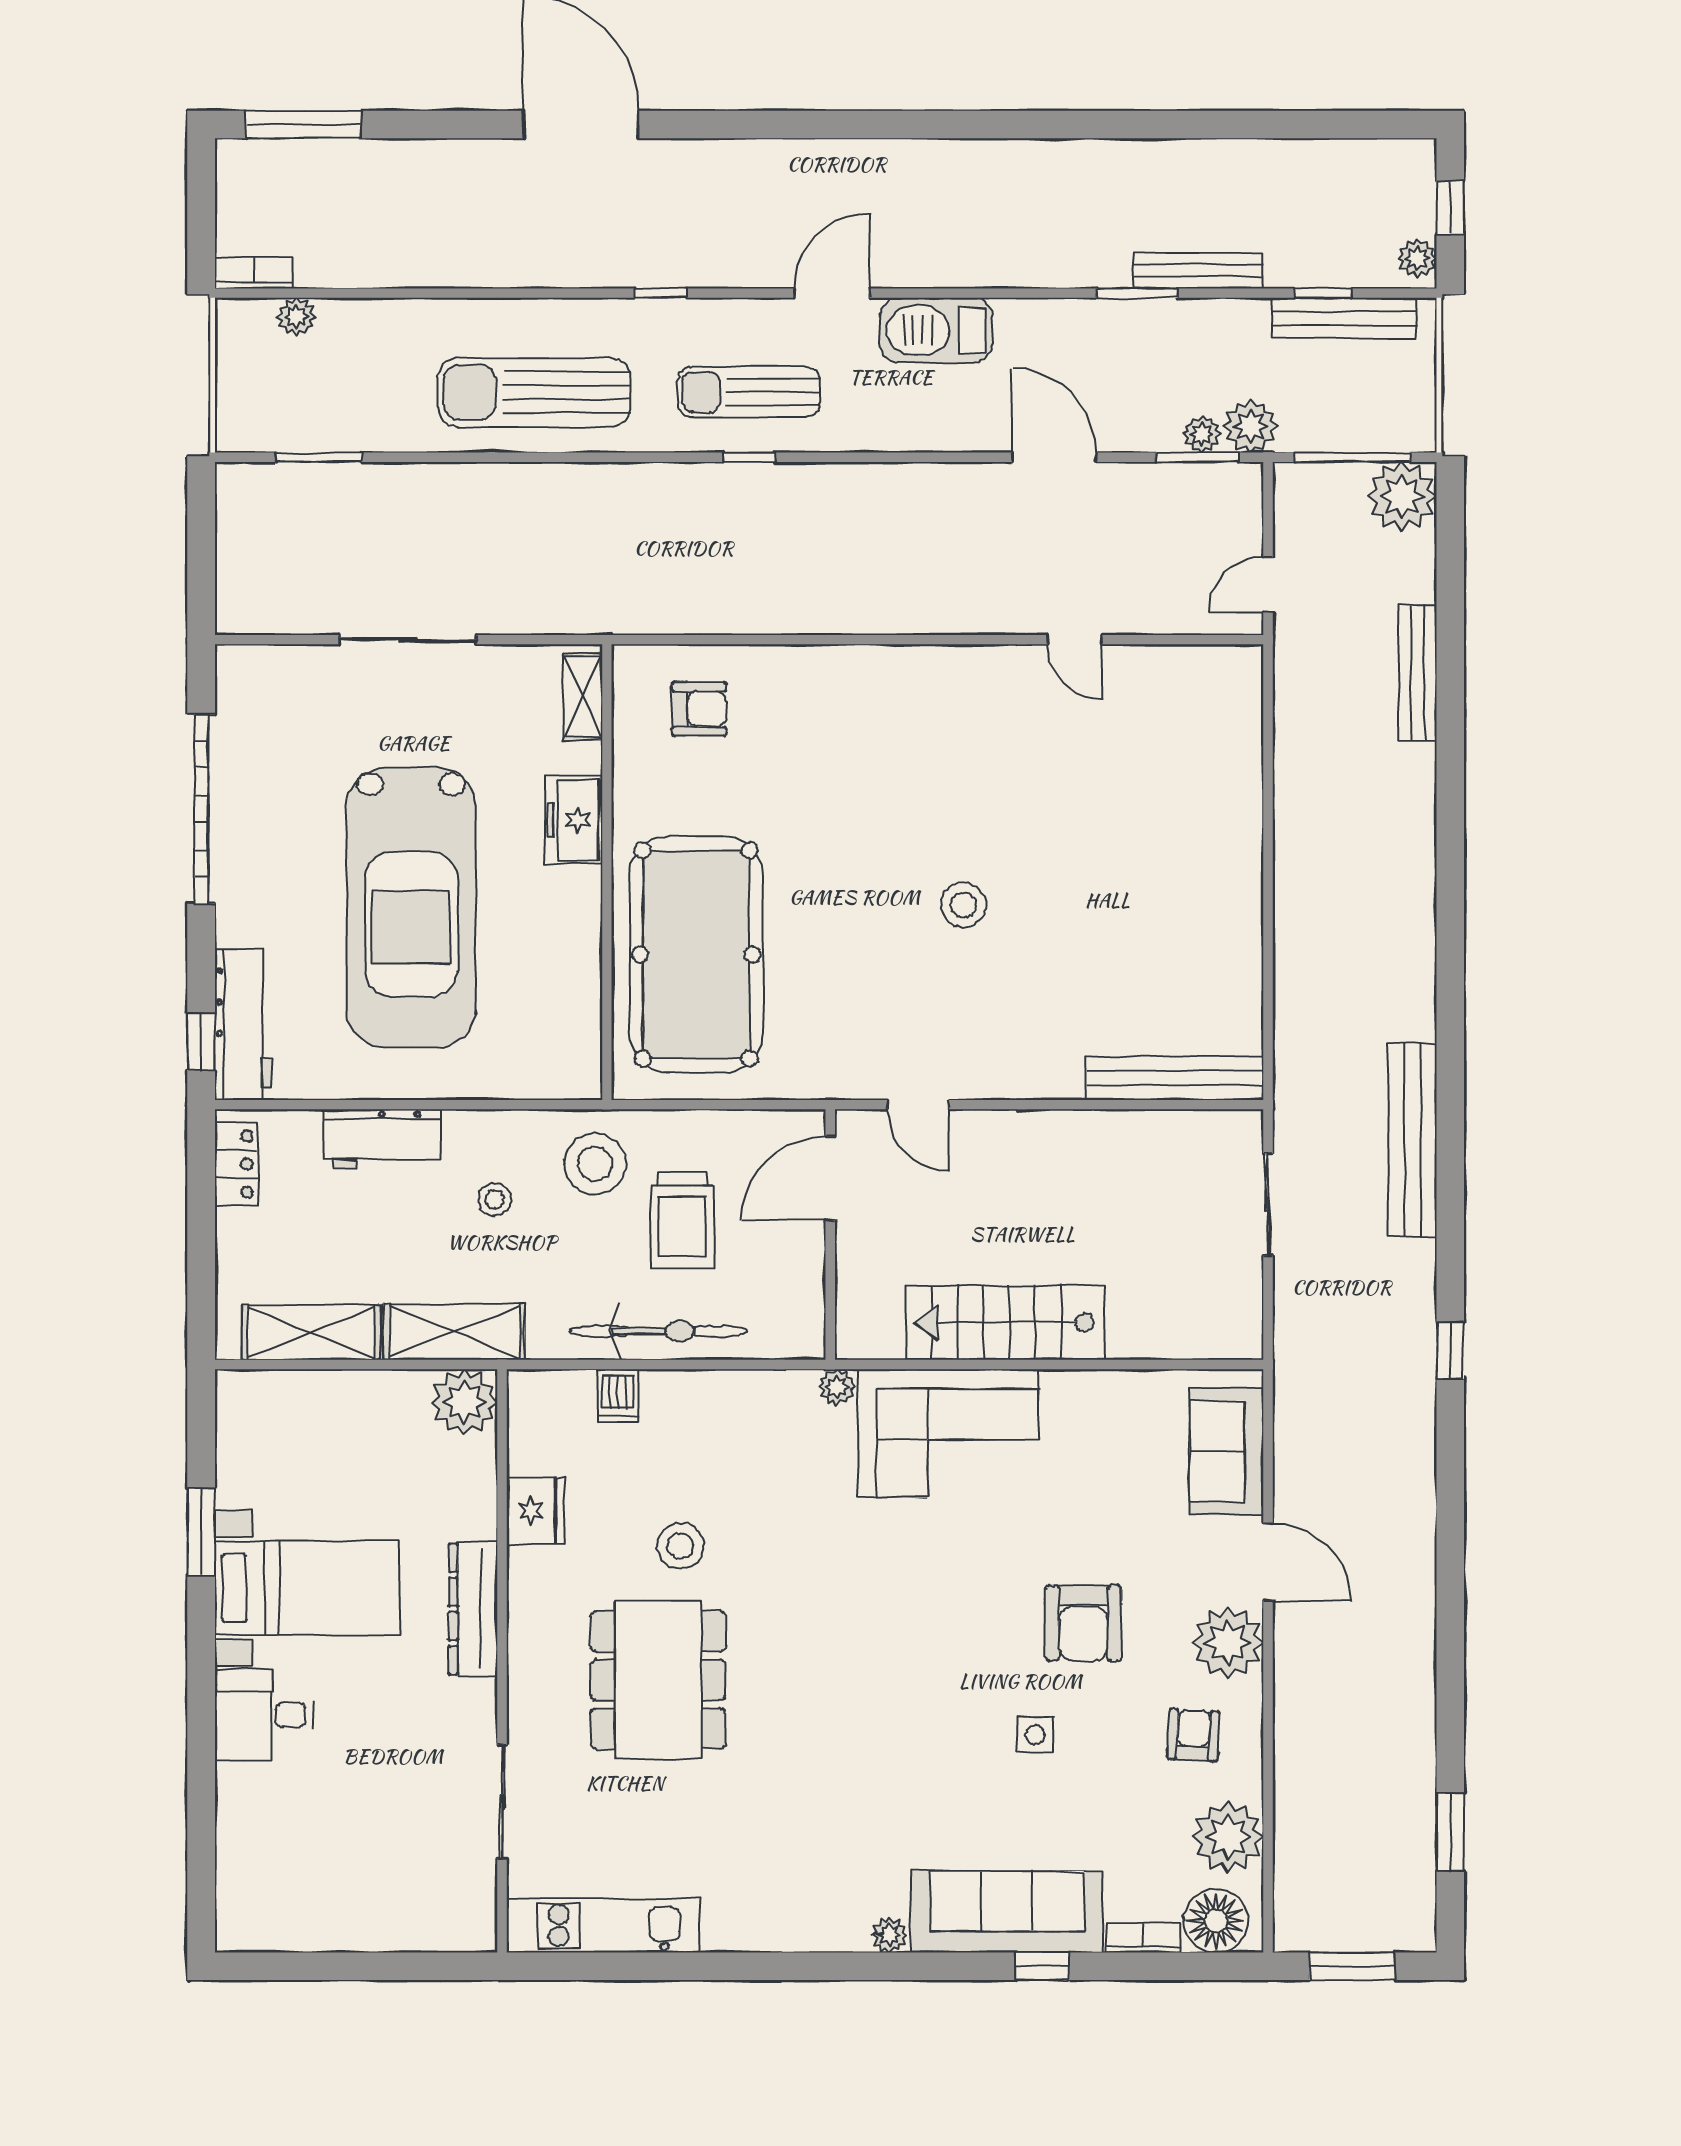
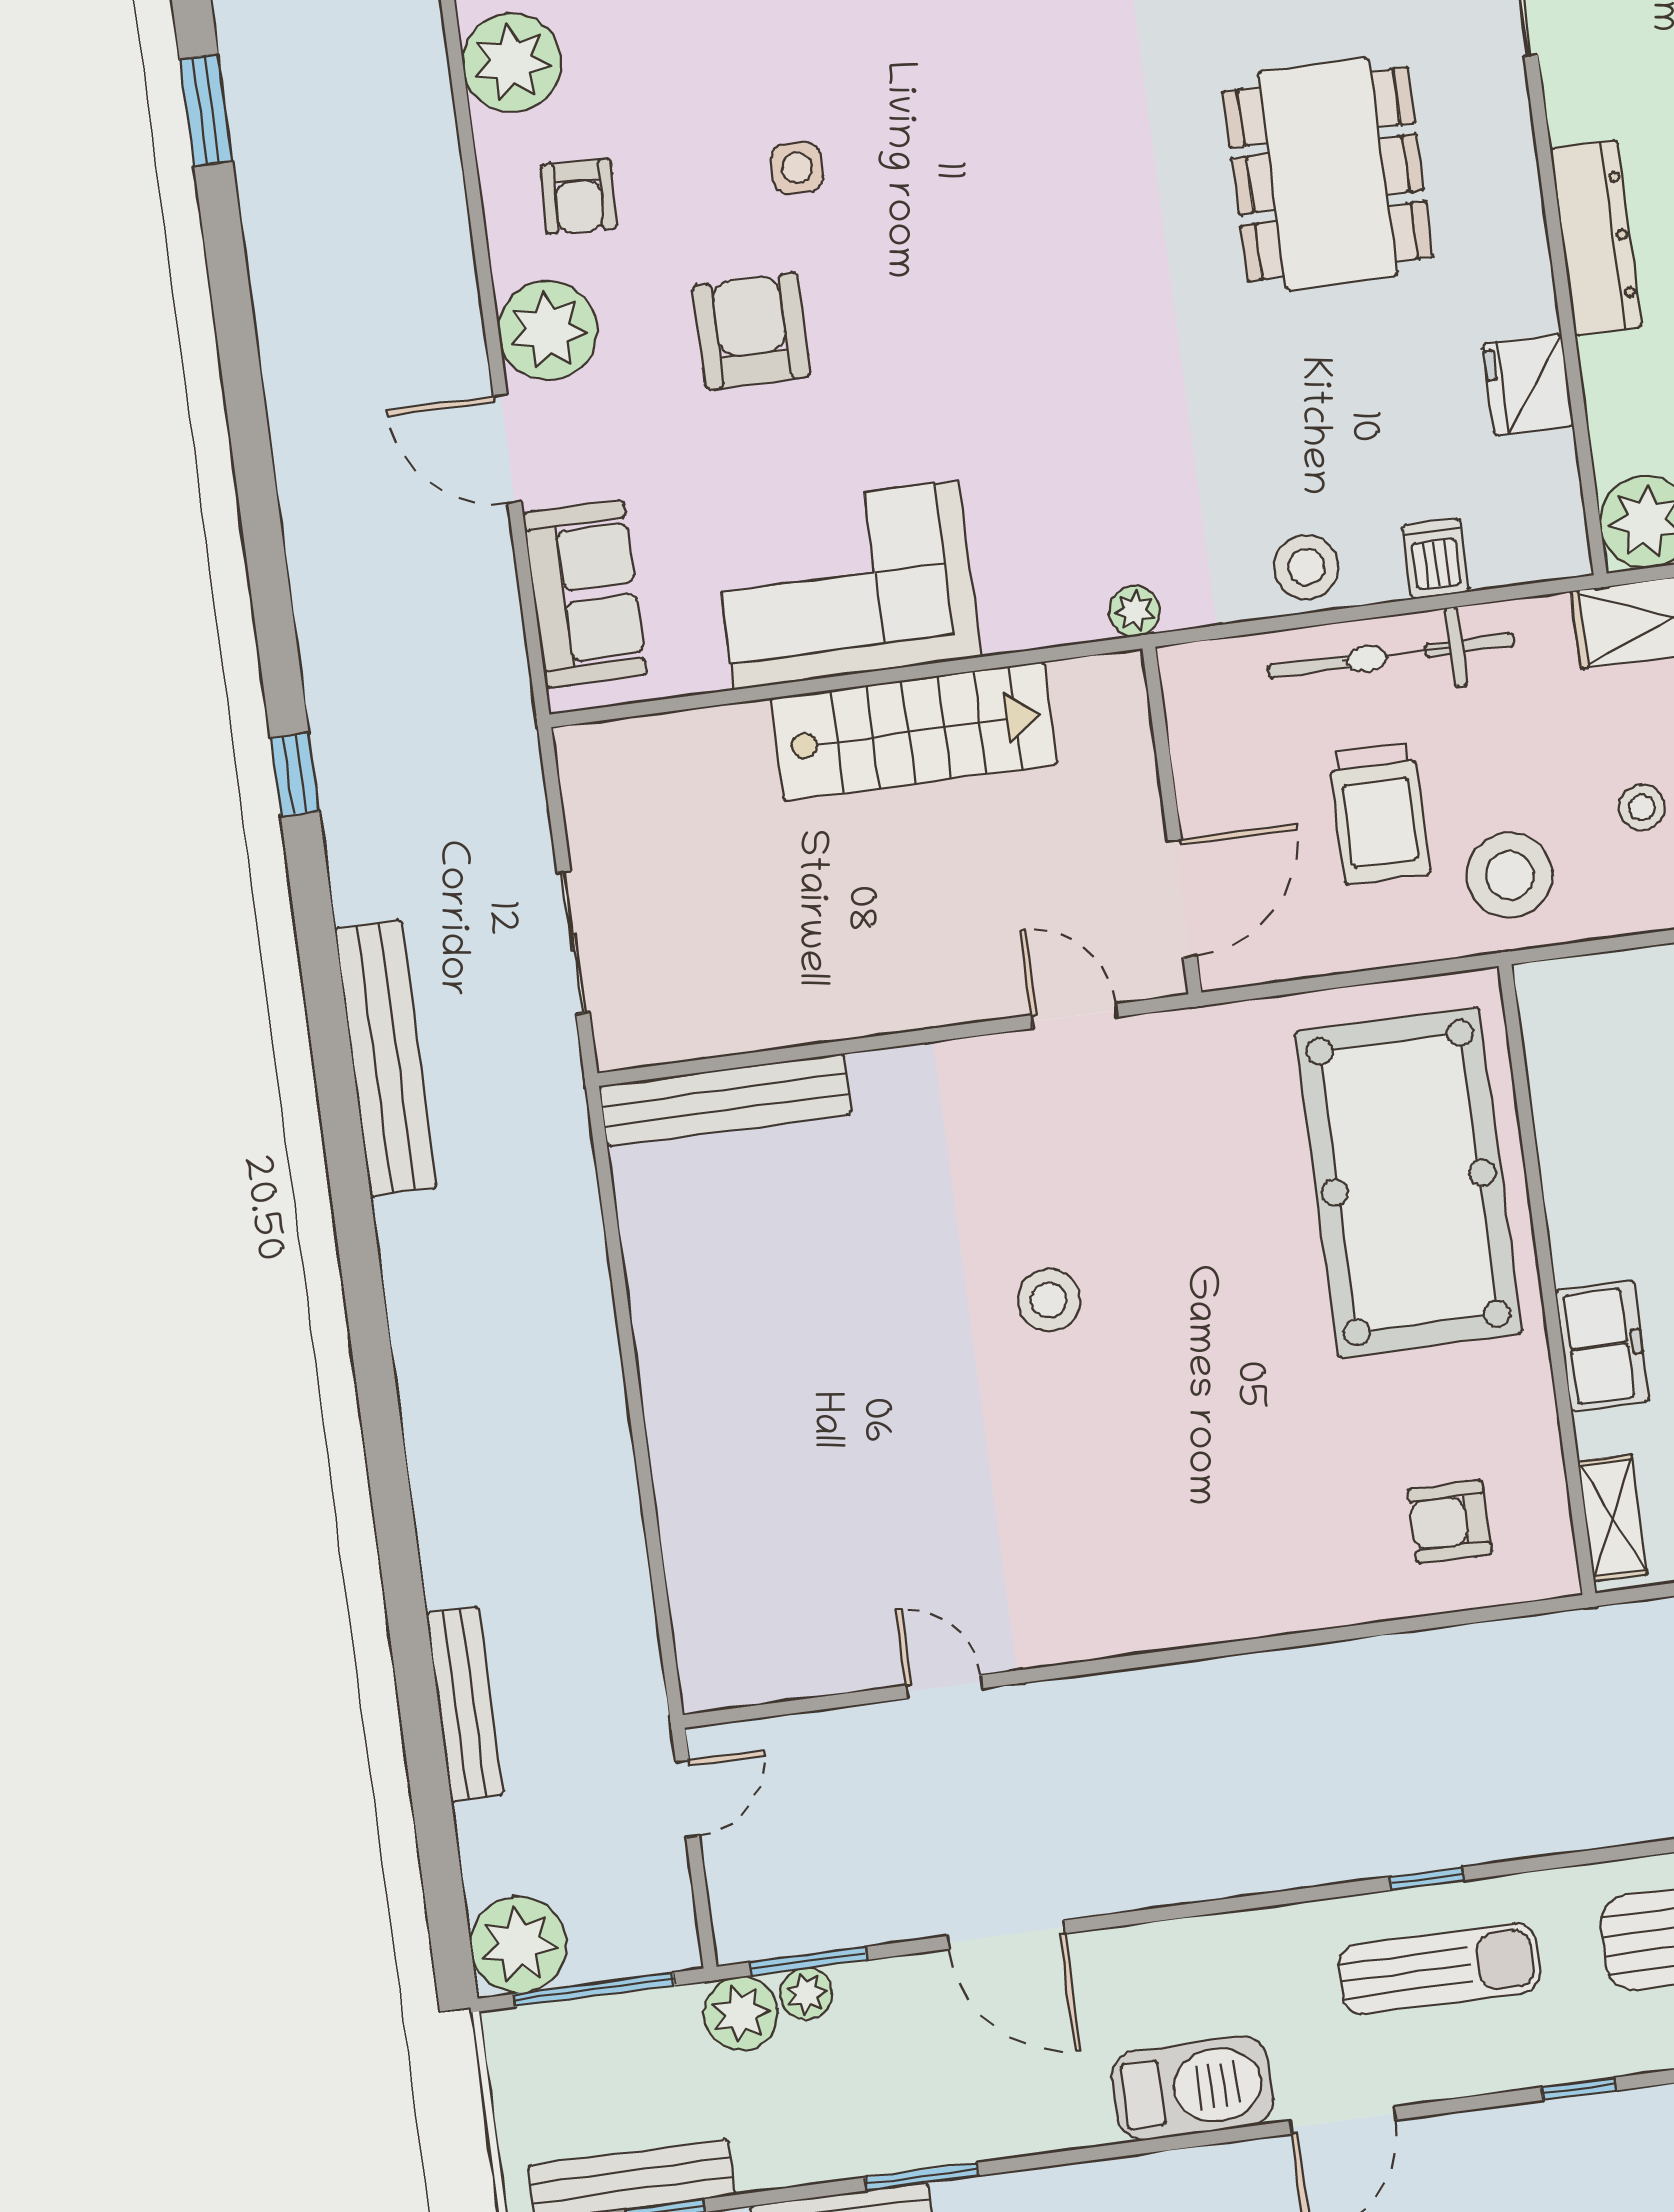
trolley: (682, 1220) -> (1379, 813), turned 180
corner sofa: (949, 1433) -> (846, 585), moved
stool: (680, 1546) -> (1306, 567), moved

